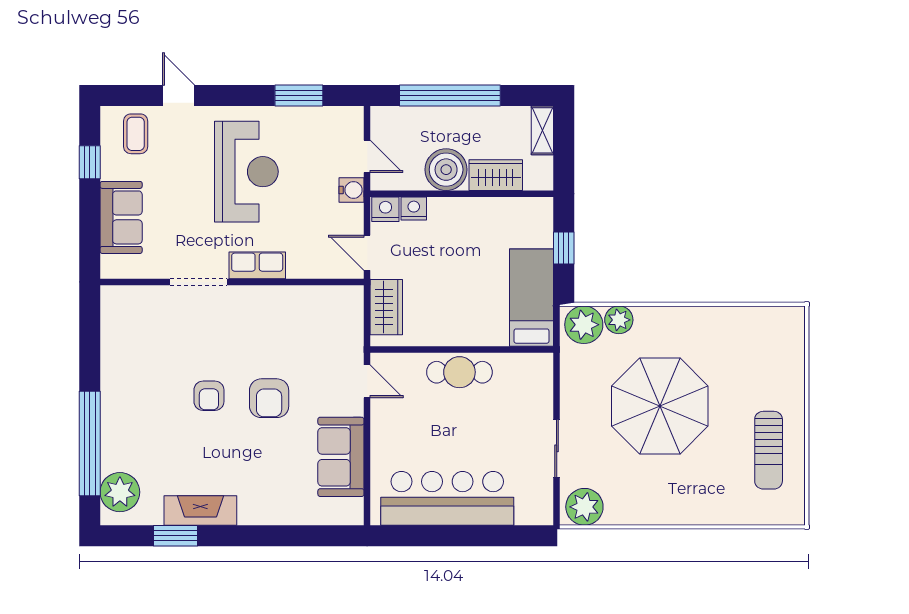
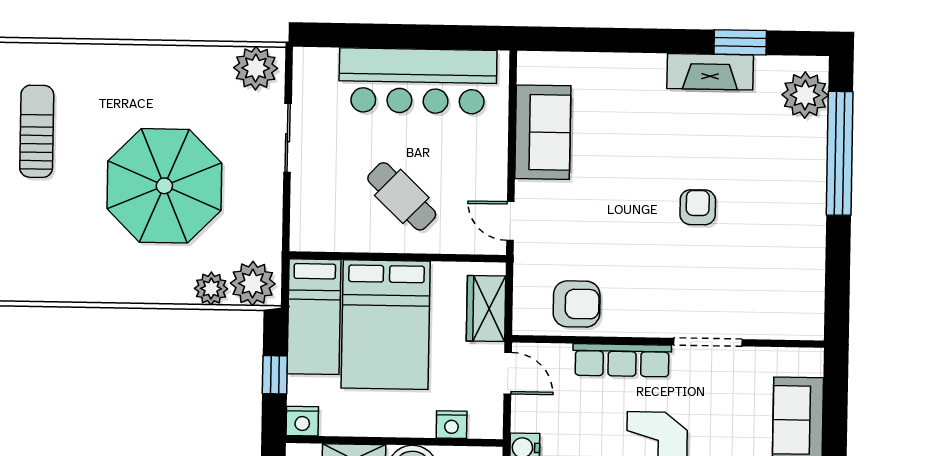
nightstand: (385, 209) -> (302, 421), moved
row of seats: (257, 265) -> (622, 360), width x1.48
bed: (471, 292) -> (386, 325), added
cafe table: (459, 372) -> (402, 196), moved, turned 44
armchair: (269, 398) -> (577, 304), moved, turned 90

